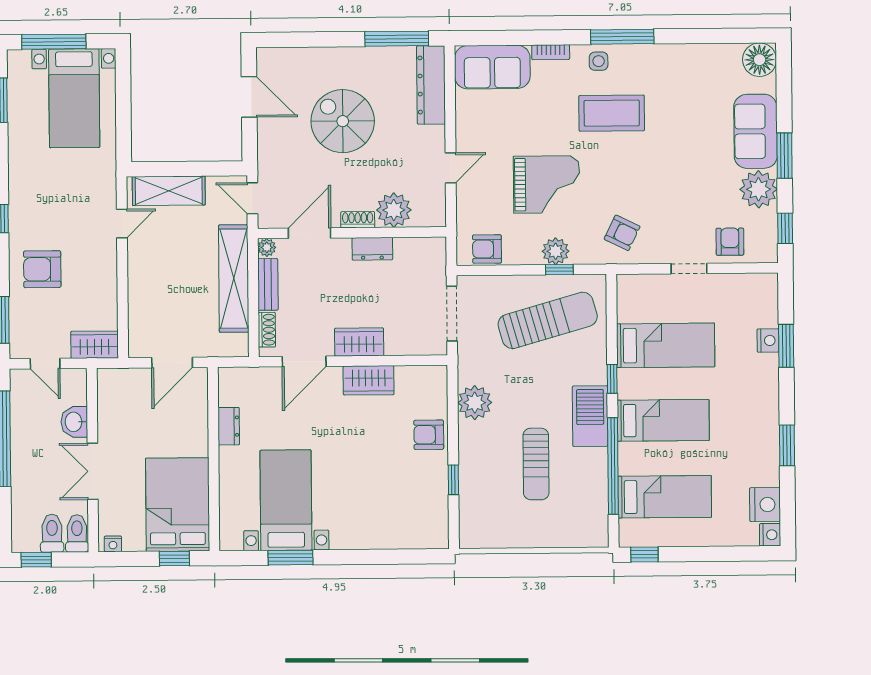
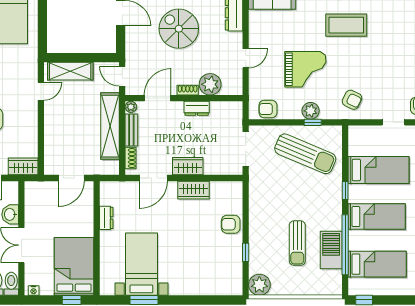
sun lounger: (548, 320) -> (305, 154), turned 39
plant: (475, 403) -> (259, 285), moved
barbecue: (590, 416) -> (331, 250), moved

